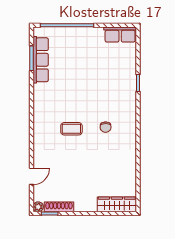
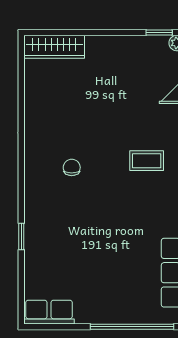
coffee table: (71, 129) -> (147, 161), moved
shoe rack: (59, 207) -> (145, 43), removed

